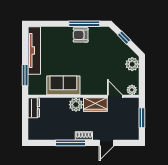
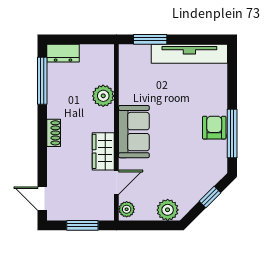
sofa: (63, 85) -> (134, 132), moved
plant: (76, 105) -> (103, 96), moved
dresser: (34, 108) -> (63, 53), moved
window: (70, 143) -> (42, 81), moved
door: (107, 143) -> (42, 199), moved

